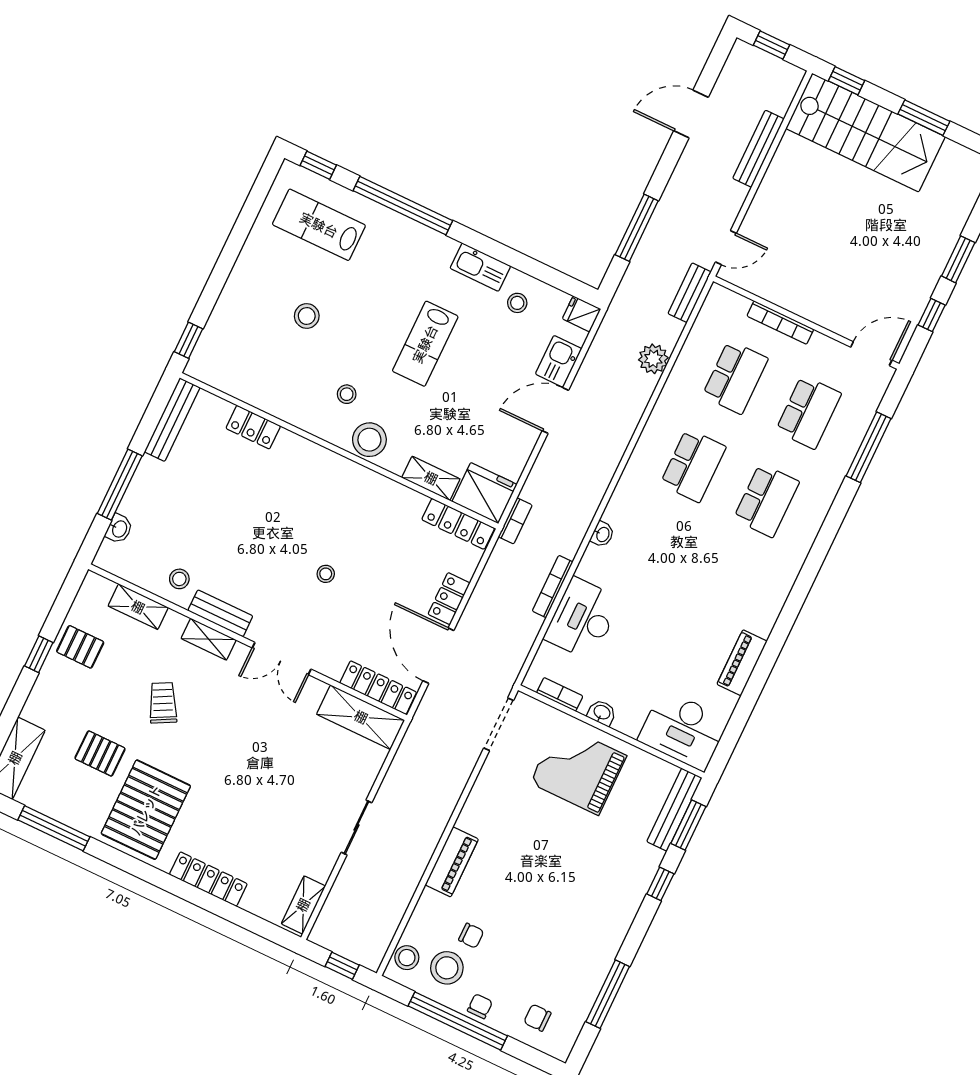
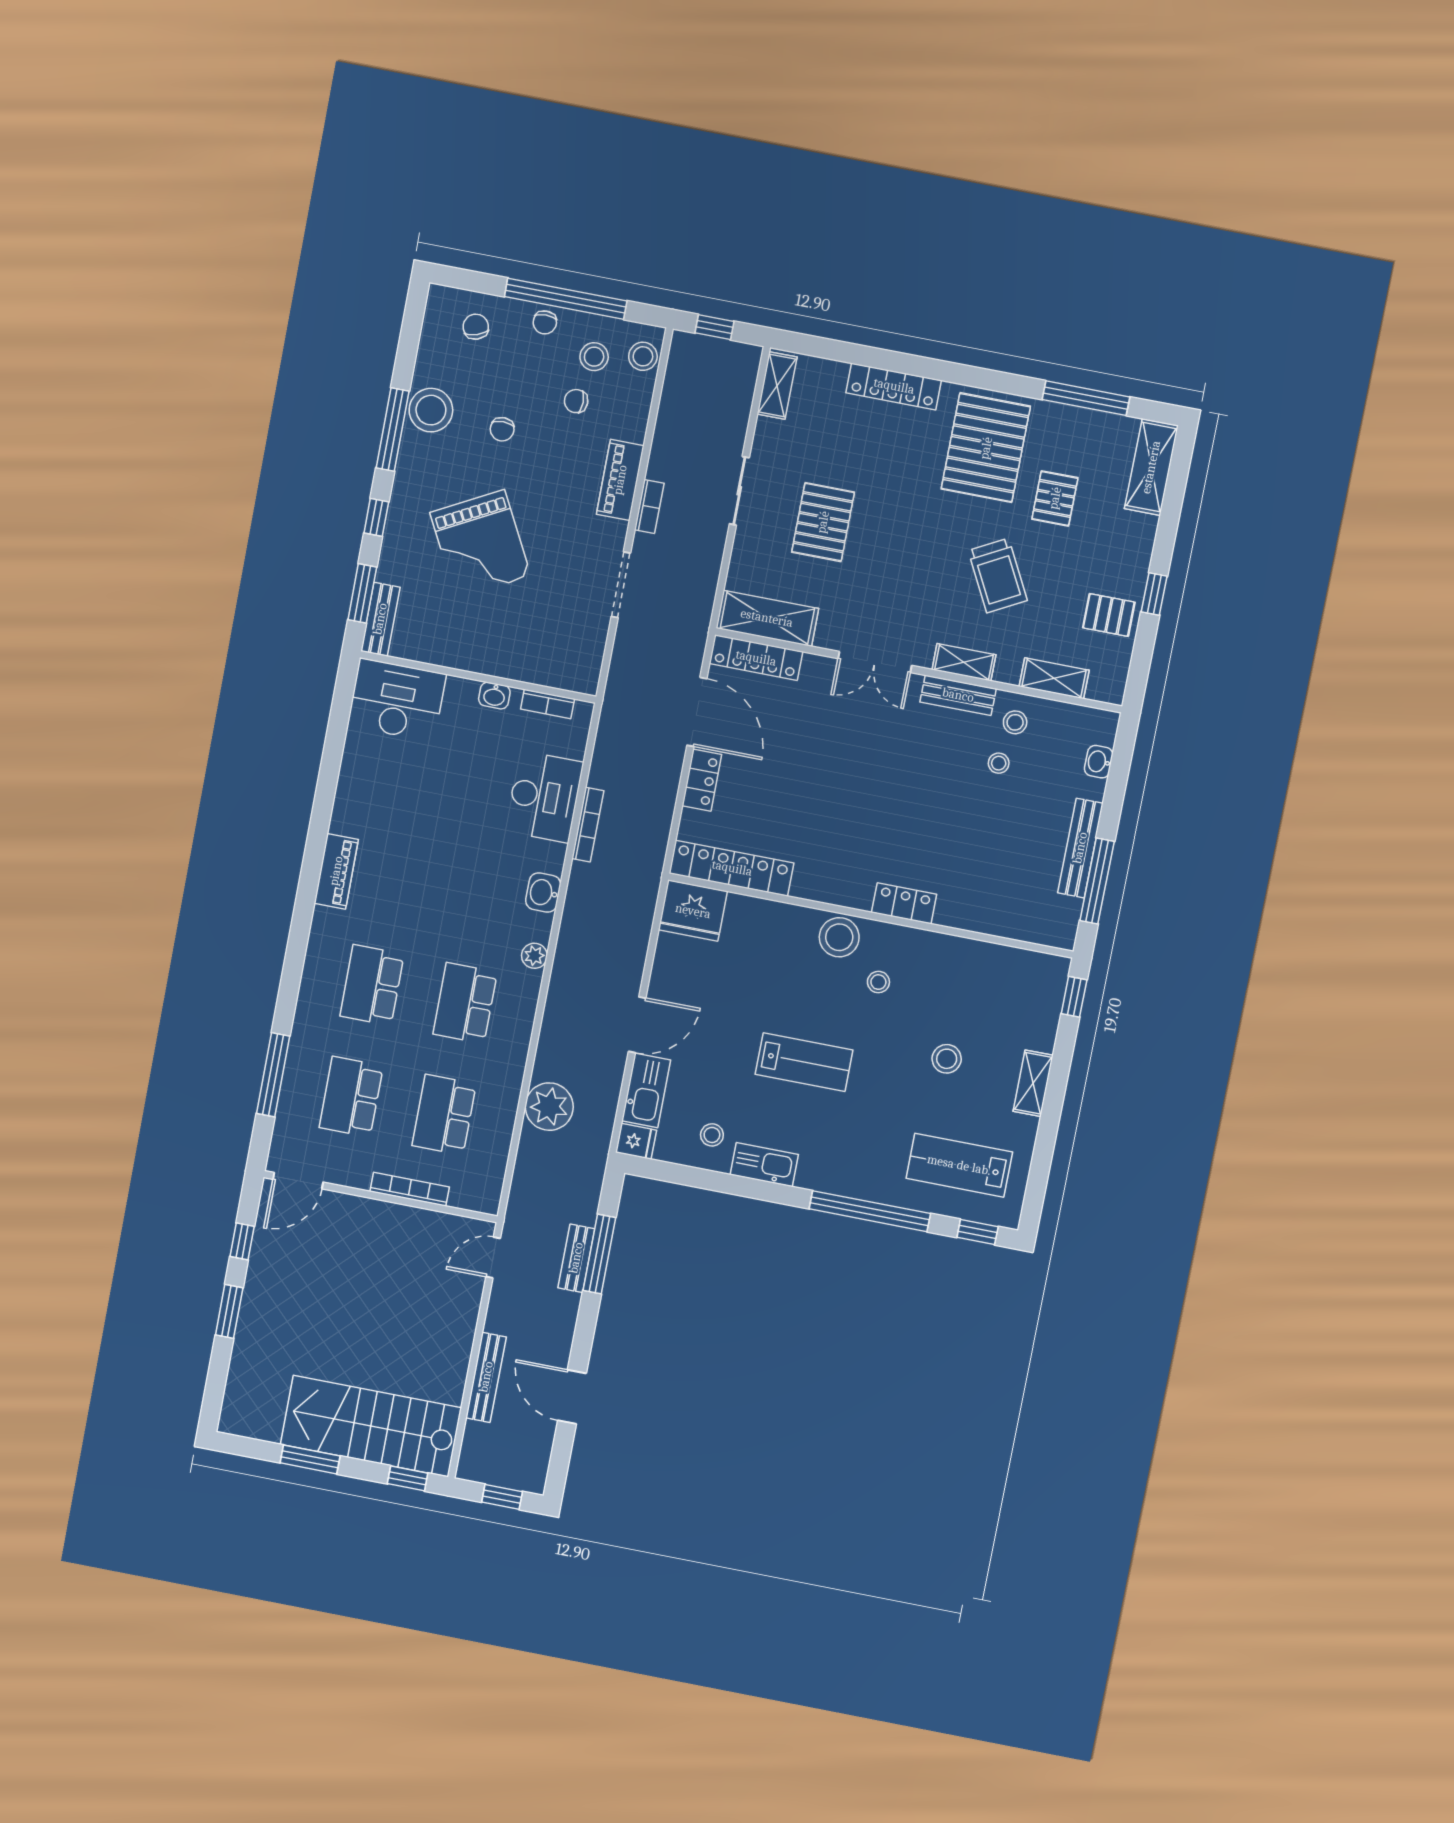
door: (691, 114) -> (572, 1397), swing flipped
lab bench: (319, 225) -> (959, 1165), turned 180
bench: (690, 293) -> (576, 1258), moved
lab bench: (425, 344) -> (804, 1062), turned 90
plant: (653, 359) -> (549, 1107), width x1.36, depth x1.36
kitchen sink: (559, 361) -> (646, 1090), width x1.38
bench: (172, 420) -> (1080, 848), moved
locker: (253, 427) -> (904, 903), moved
shelving: (431, 478) -> (1033, 1083), moved, turned 90
window: (120, 485) -> (1097, 881), moved
plant: (625, 490) -> (534, 956), added
bookcase: (515, 521) -> (649, 507), moved, turned 180
locker: (458, 524) -> (732, 868), width x1.41, depth x1.21
washbasin: (602, 534) -> (543, 893), width x1.38, depth x1.45
stool: (326, 574) -> (999, 763), moved
double door: (282, 658) -> (875, 662), swing flipped
piano: (742, 663) -> (336, 871), moved
trolley: (163, 703) -> (998, 576), width x1.36, depth x1.39
doorway: (499, 724) -> (621, 585), moved
pallet: (100, 753) -> (1055, 498), turned 90
grand piano: (578, 769) -> (480, 544), moved, turned 62
pallet: (295, 784) -> (823, 522), added
bench: (674, 810) -> (380, 619), width x0.73
chair: (538, 929) -> (502, 429), added
stool: (592, 960) -> (431, 410), added
stool: (447, 968) -> (594, 357), width x0.73, depth x0.73
window: (608, 994) -> (393, 429), moved
chair: (537, 1018) -> (476, 327), turned -109

